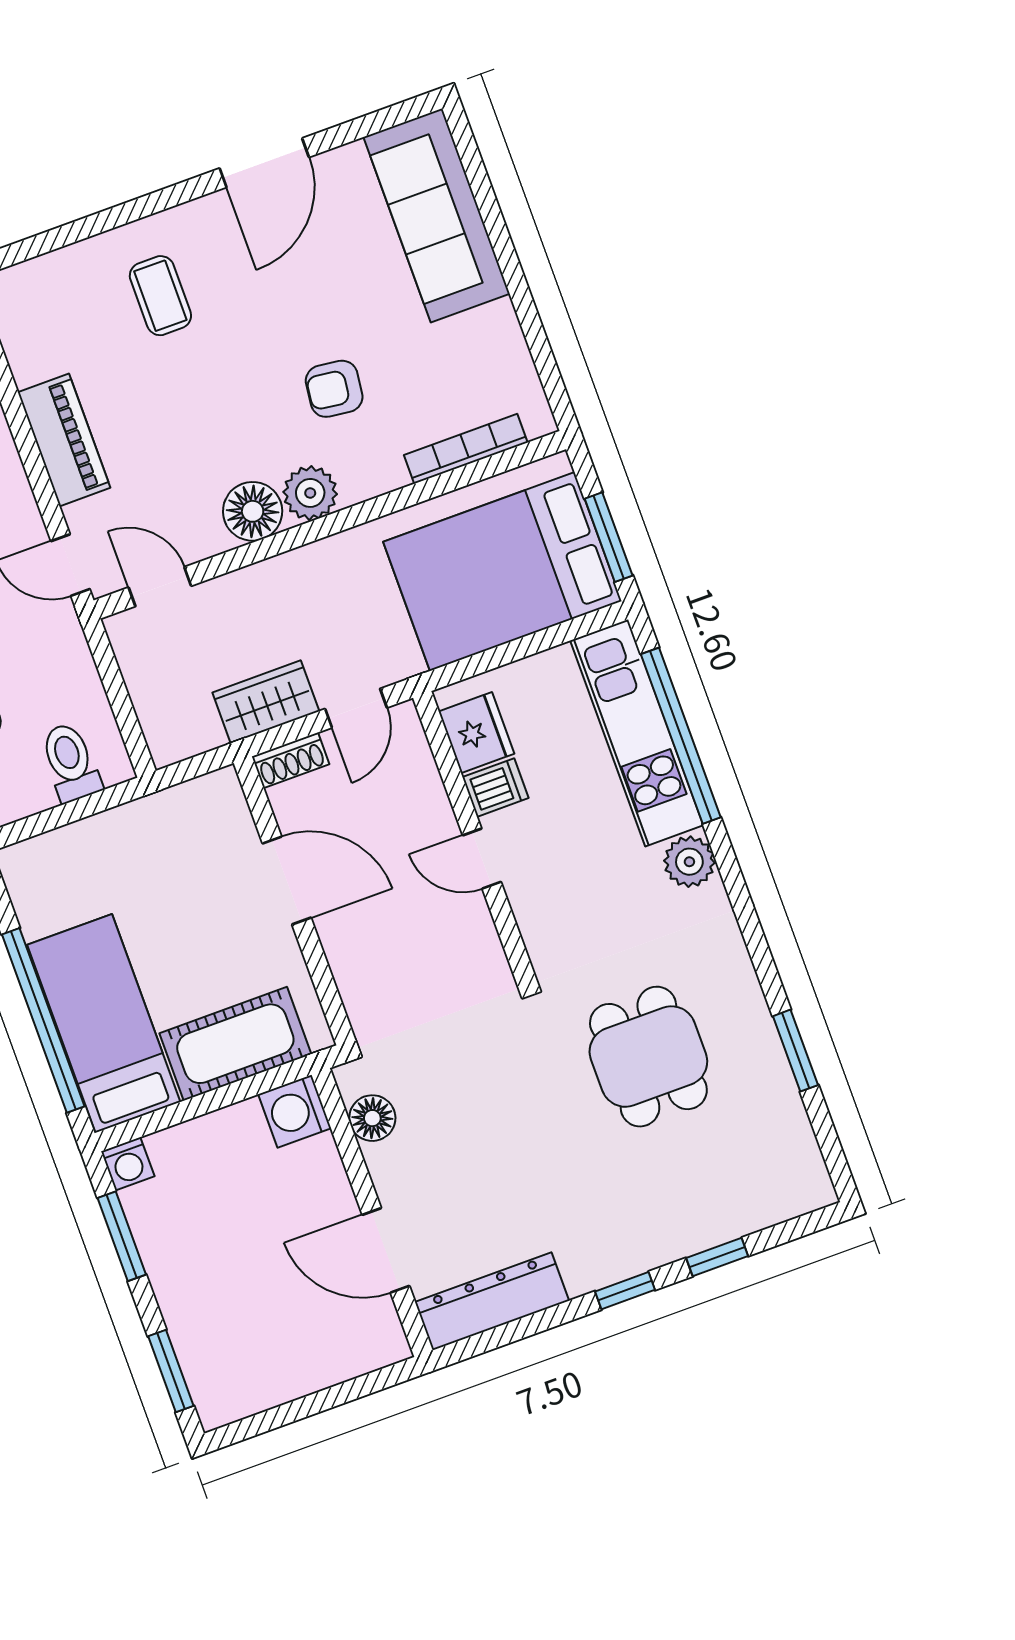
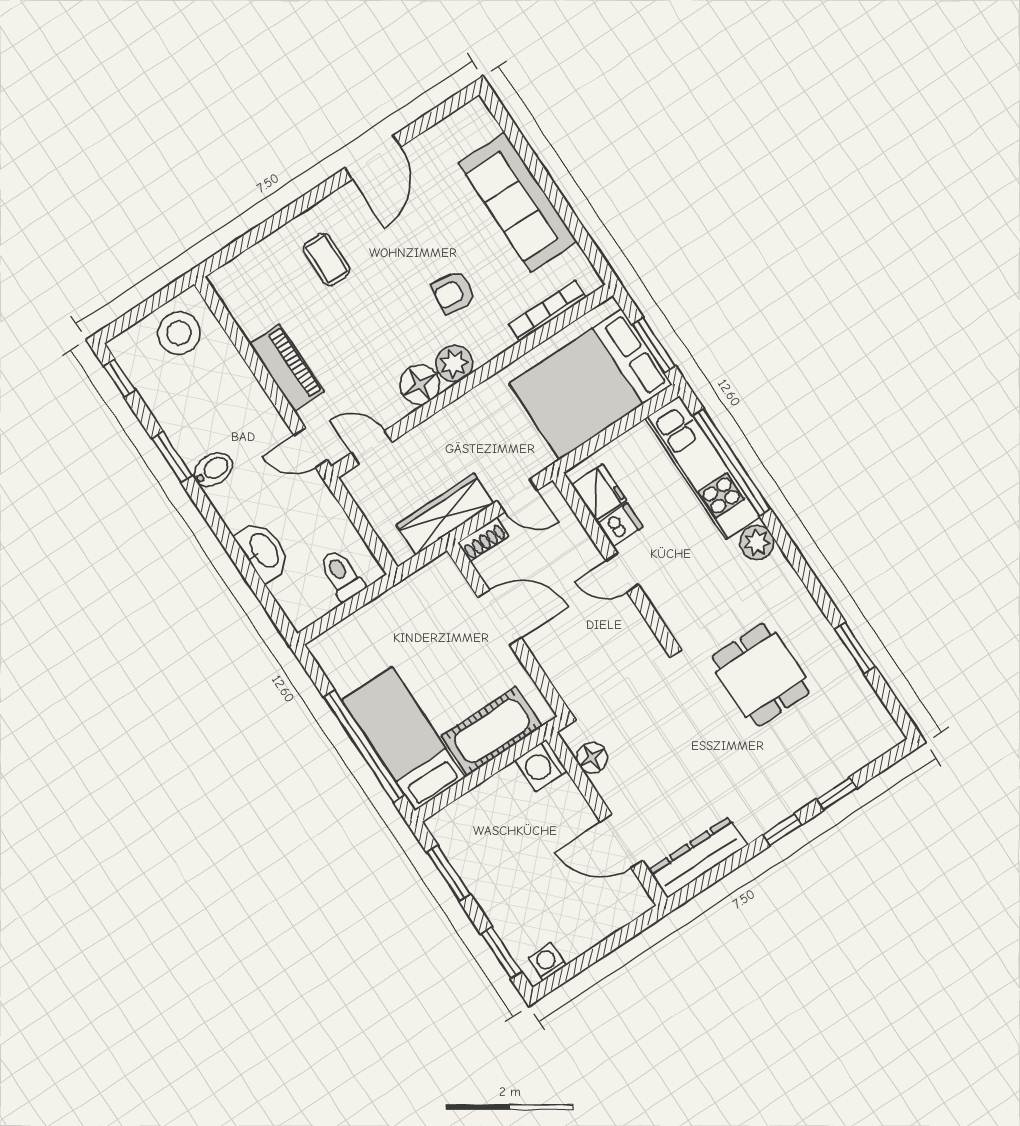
sofa: (437, 215) -> (518, 202), moved
wardrobe: (266, 702) -> (445, 514), width x1.50
door: (356, 708) -> (517, 495), hinge flipped
washing machine: (128, 1164) -> (547, 962), moved, turned 180

